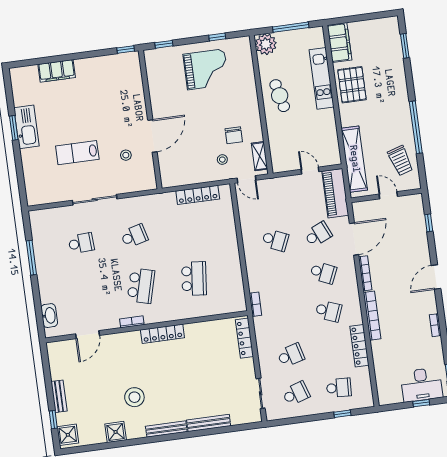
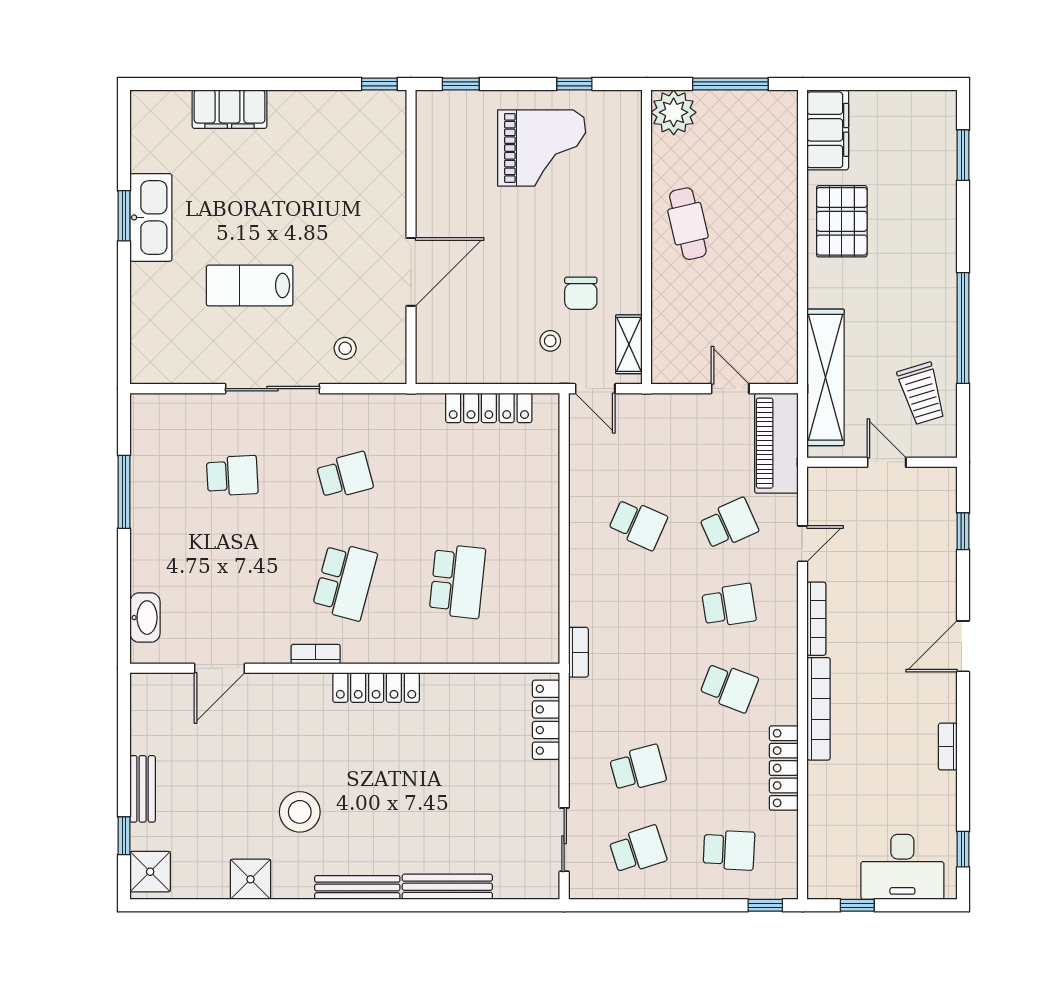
kitchen unit: (322, 78) -> (780, 200), removed
stool: (126, 155) -> (345, 348), moved
door: (354, 239) -> (803, 544), width x0.53
school desk: (323, 273) -> (729, 605), turned -33
window: (421, 403) -> (857, 905), moved
window: (342, 414) -> (765, 905), moved

